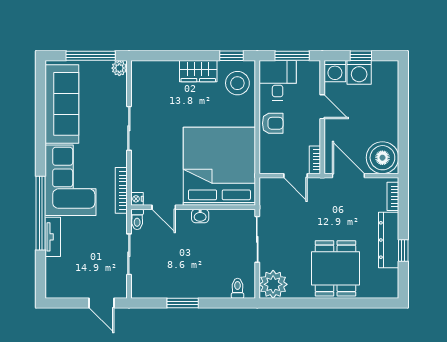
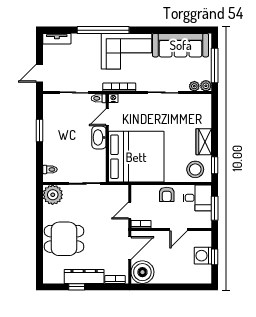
washing machine: (335, 71) -> (204, 238), removed
plant: (120, 84) -> (194, 86), added
washbasin: (200, 216) -> (99, 137), width x1.91, depth x1.45
tv unit: (53, 237) -> (57, 39), moved

